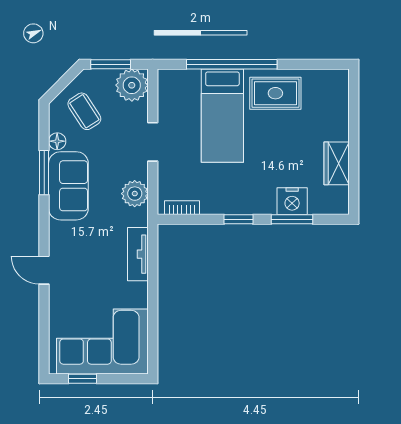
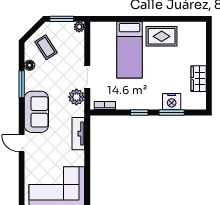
window: (232, 64) -> (135, 19), removed
plant: (132, 85) -> (79, 27), width x0.53, depth x0.53
doorway: (153, 142) -> (87, 77), moved
sofa: (68, 186) -> (36, 112), moved

